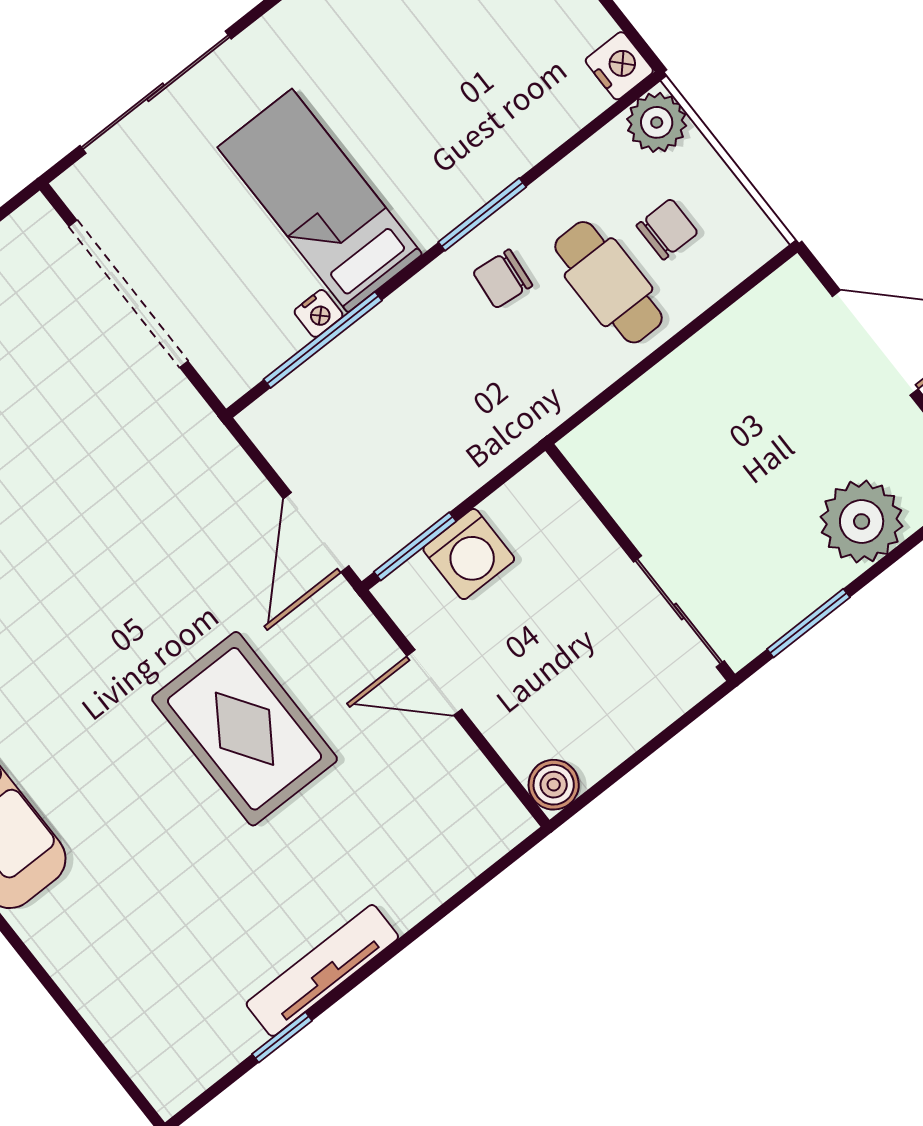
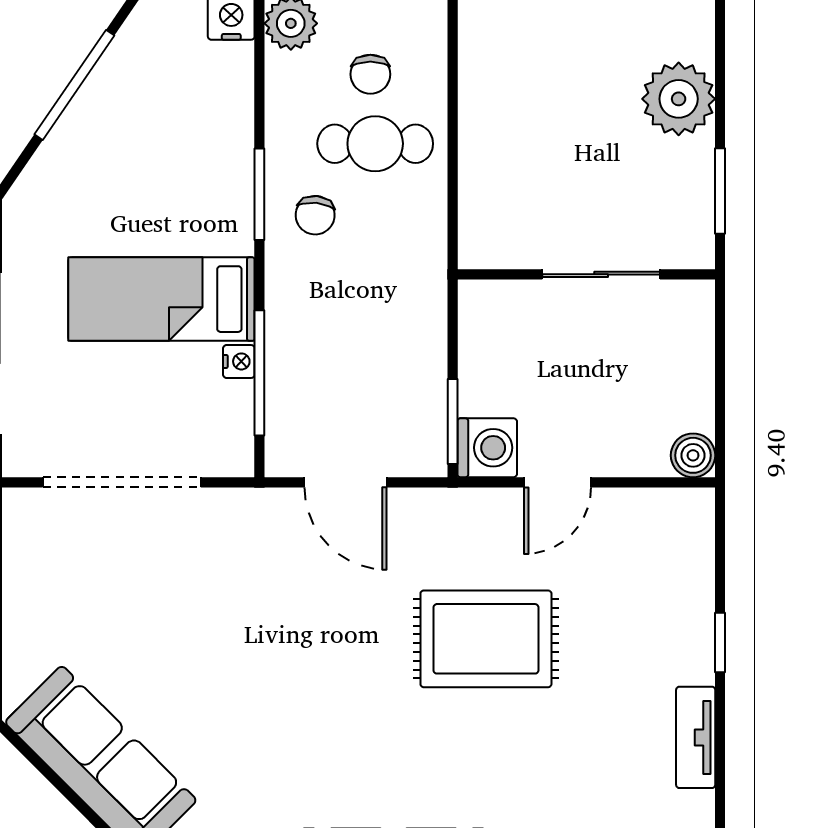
chair: (667, 229) -> (370, 74), turned 180
door: (316, 532) -> (346, 482), moved
washing machine: (469, 554) -> (487, 448), moved
sliding door: (679, 612) -> (601, 274), moved
tv unit: (322, 970) -> (696, 737), width x0.71
window: (282, 1037) -> (720, 643), moved

